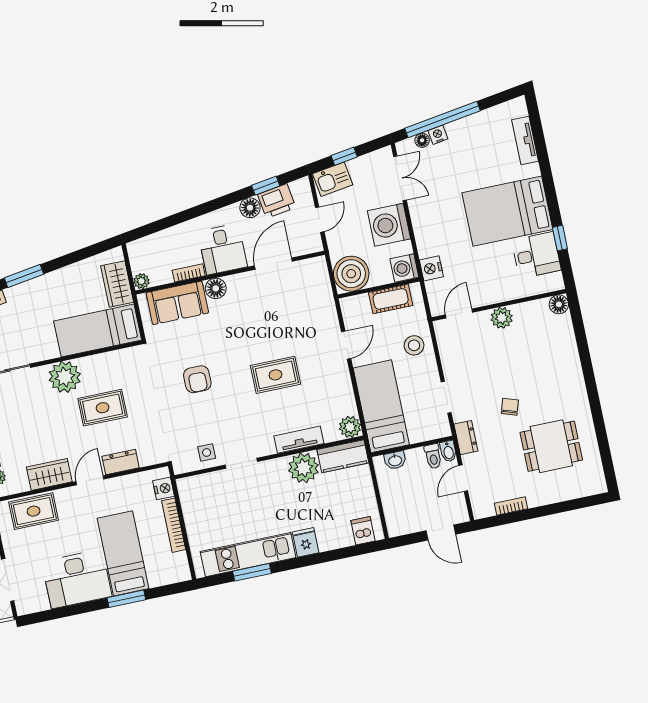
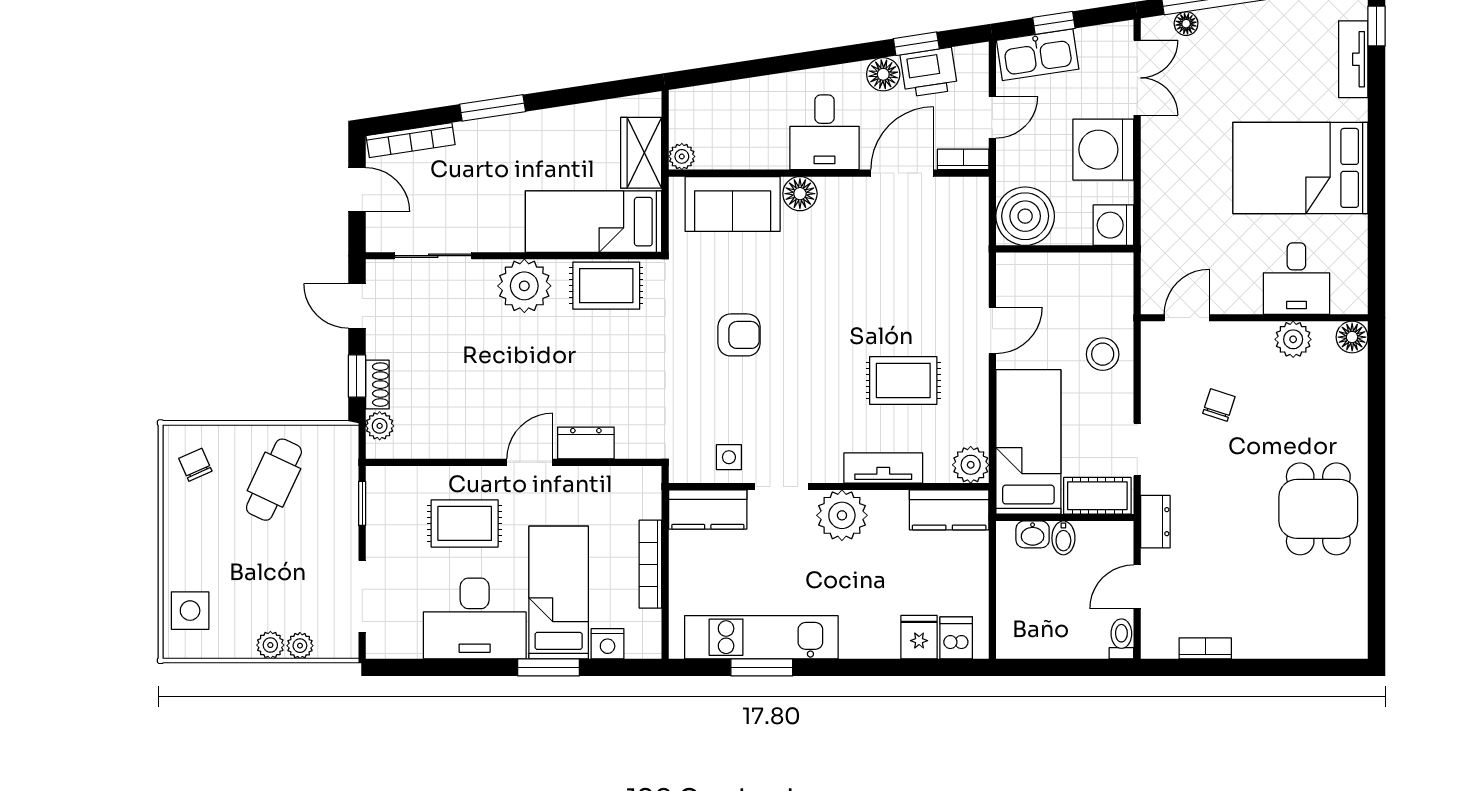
nightstand: (438, 135) -> (1214, 20), removed
kitchen sink: (333, 179) -> (1038, 55), width x1.38
window: (560, 238) -> (1377, 26), moved
desk: (536, 255) -> (1296, 279), moved, turned 90
nightstand: (431, 268) -> (1157, 235), removed
bookcase: (189, 273) -> (963, 159), moved
cot: (391, 299) -> (1097, 496), moved
plant: (502, 318) -> (1293, 339), moved
rug: (275, 375) -> (903, 380), moved
armchair: (197, 379) -> (739, 335), turned -90
chair: (510, 407) -> (1219, 405), moved
rug: (103, 408) -> (606, 286), moved
dining table: (551, 446) -> (1318, 509), moved, turned 90
bidet: (448, 451) -> (1063, 538), moved
toilet: (433, 456) -> (1121, 639), moved, turned 180
plant: (304, 468) -> (842, 515), moved
wardrobe: (49, 474) -> (466, 439), removed
kitchen counter: (201, 486) -> (708, 510), added
nightstand: (164, 488) -> (608, 644), moved, turned 90
rug: (34, 511) -> (465, 523), moved
door: (441, 533) -> (1082, 667), removed
fridge: (306, 542) -> (919, 637), moved

